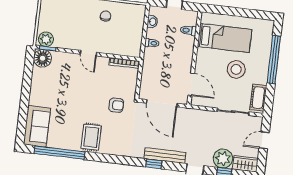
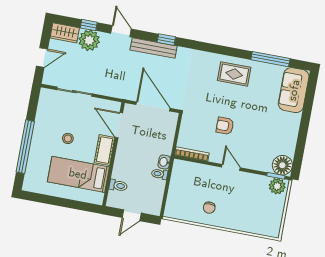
washbasin: (152, 22) -> (164, 162), moved
stool: (236, 69) -> (68, 138), width x0.53, depth x0.53
cot: (258, 98) -> (105, 150), moved
armchair: (116, 105) -> (225, 126), moved
rug: (91, 137) -> (234, 74), turned 90
window: (59, 153) -> (270, 59), width x0.68

